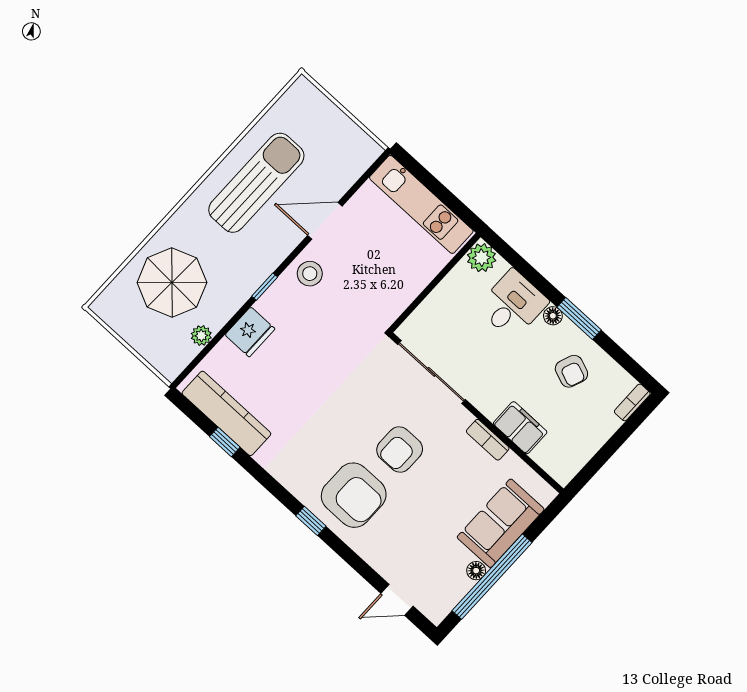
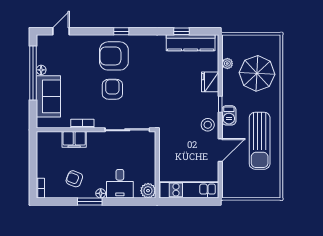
barbecue: (267, 259) -> (229, 115), added

